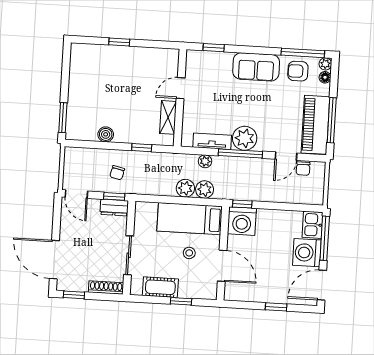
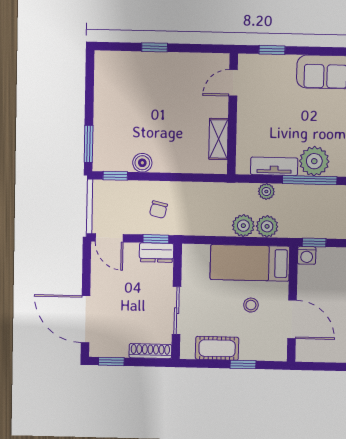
door: (181, 88) -> (233, 83), moved
window: (142, 148) -> (115, 176), moved
washing machine: (242, 221) -> (307, 255), width x0.53, depth x0.53

